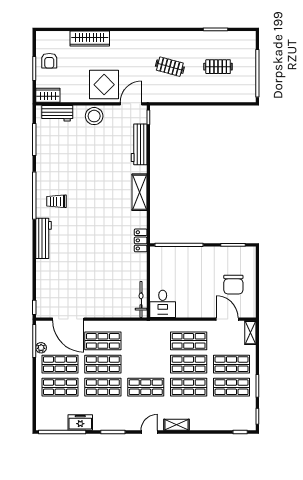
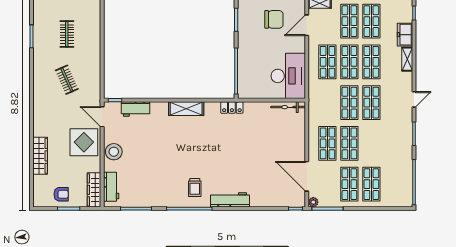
clothes rail: (170, 67) -> (67, 80), turned -39
wardrobe: (48, 95) -> (94, 190), width x1.50
workbench: (139, 144) -> (135, 109), width x0.73
desk: (163, 304) -> (288, 76), width x1.87, depth x1.30
door: (68, 319) -> (307, 176), swing flipped
plant: (41, 348) -> (313, 202), moved
shop shelf: (103, 387) -> (349, 103), moved
freezer: (80, 423) -> (405, 35), moved
shelving: (176, 425) -> (407, 59), moved
door: (149, 432) -> (414, 99), swing flipped

